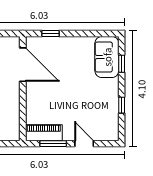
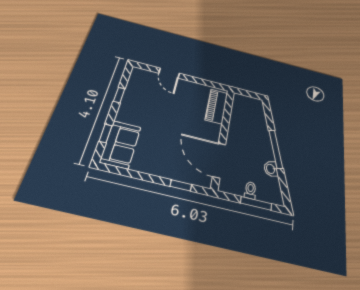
piano: (44, 133) -> (216, 106), moved, turned 90
window: (53, 144) -> (201, 81), removed

